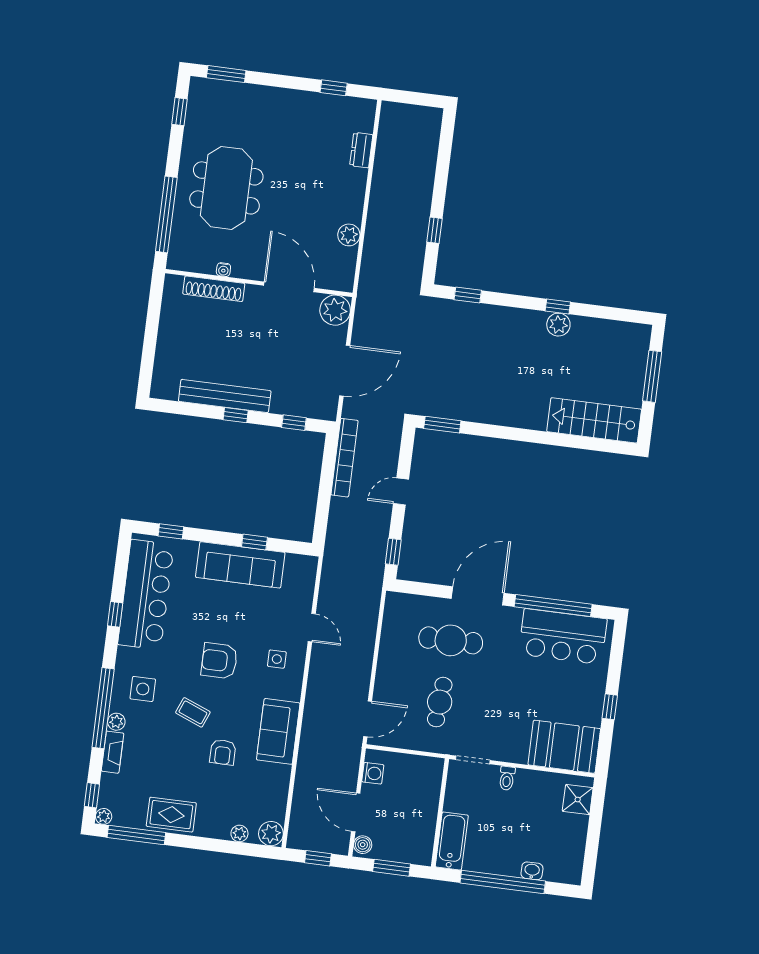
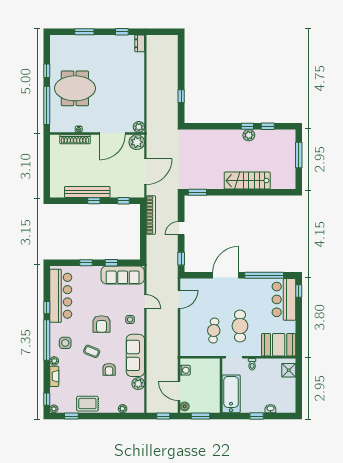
window: (226, 74) -> (84, 32), moved
window: (179, 112) -> (47, 71), moved
dresser: (361, 150) -> (140, 43), moved
meeting table: (226, 188) -> (75, 88), turned 90
plant: (349, 235) -> (139, 127), moved
door: (289, 287) -> (112, 134), swing flipped
window: (468, 295) -> (268, 126), moved
stairs: (594, 420) -> (247, 181), moved
window: (171, 531) -> (86, 263), moved
sofa: (240, 565) -> (123, 275), moved
bar counter: (563, 637) -> (284, 299), moved, turned 90
cafe table: (451, 640) -> (240, 326), moved, turned 90
armchair: (219, 661) -> (102, 324), turned -90
window: (610, 707) -> (299, 291), moved
window: (103, 708) -> (47, 340), moved
door: (368, 719) -> (179, 299), moved
sofa: (278, 731) -> (135, 355), width x1.36
plant: (271, 834) -> (138, 384), moved
window: (136, 835) -> (71, 416), width x0.46
bathtub: (452, 841) -> (231, 394), width x1.36, depth x1.36
window: (503, 882) -> (257, 416), width x0.32

